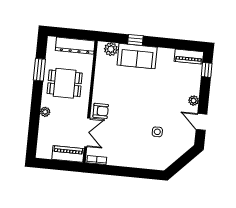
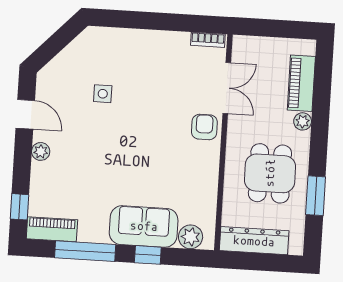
window: (171, 43) -> (85, 251), added
dining table: (65, 83) -> (270, 173), turned 90
armchair: (101, 111) -> (204, 127), turned 90
double door: (87, 132) -> (227, 88), swing flipped
piano: (68, 154) -> (301, 83), moved, turned 90

